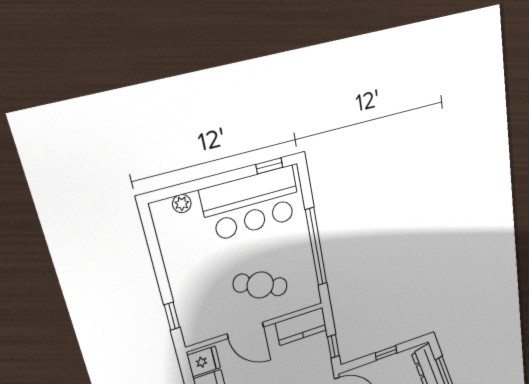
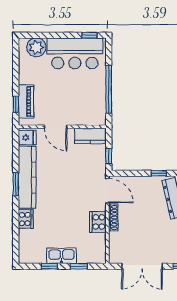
plant: (182, 204) -> (36, 47), width x1.87, depth x1.87
cafe table: (260, 285) -> (70, 102), removed
piano: (188, 307) -> (26, 101), added
window: (386, 353) -> (159, 173), moved

